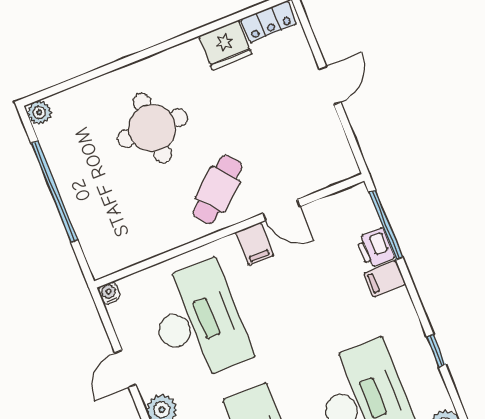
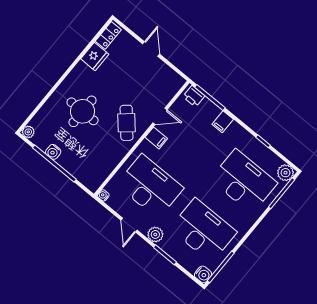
water cooler: (63, 170) -> (53, 152), added
printer: (375, 248) -> (194, 96), moved

